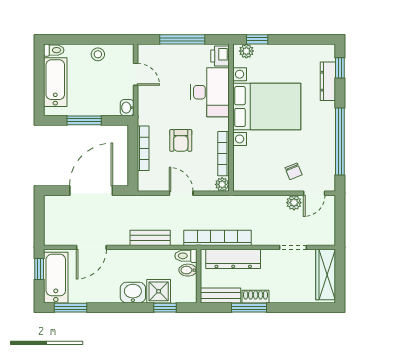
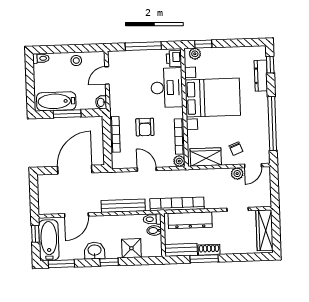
door: (136, 74) -> (107, 75), swing flipped
bathtub: (55, 82) -> (56, 101), moved, turned -90
wardrobe: (256, 180) -> (206, 157), added
bench: (150, 238) -> (123, 206), width x1.36
washbasin: (133, 293) -> (95, 251), moved
window: (165, 308) -> (109, 262), moved

